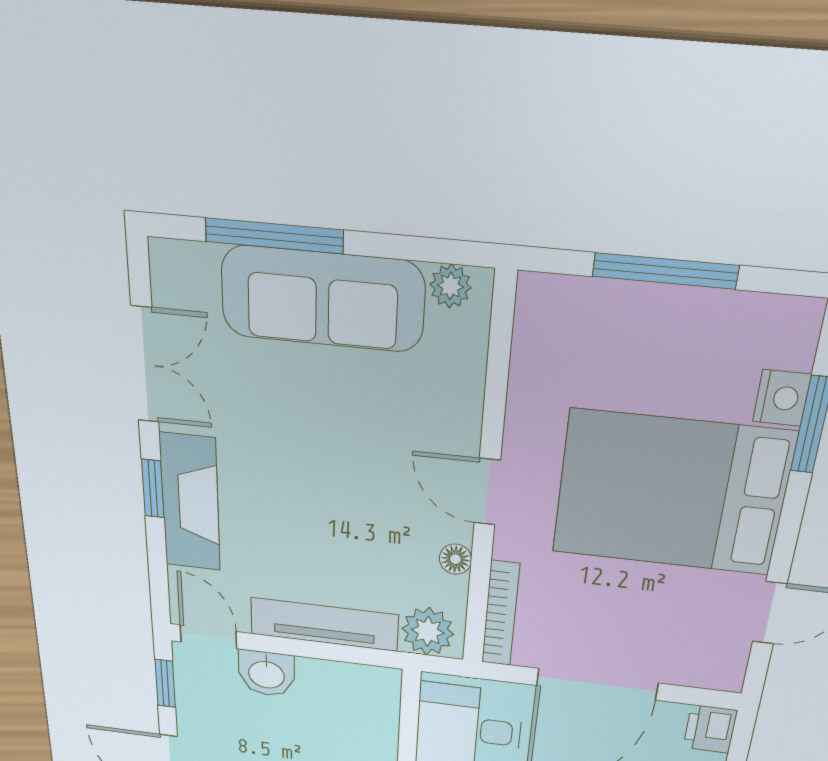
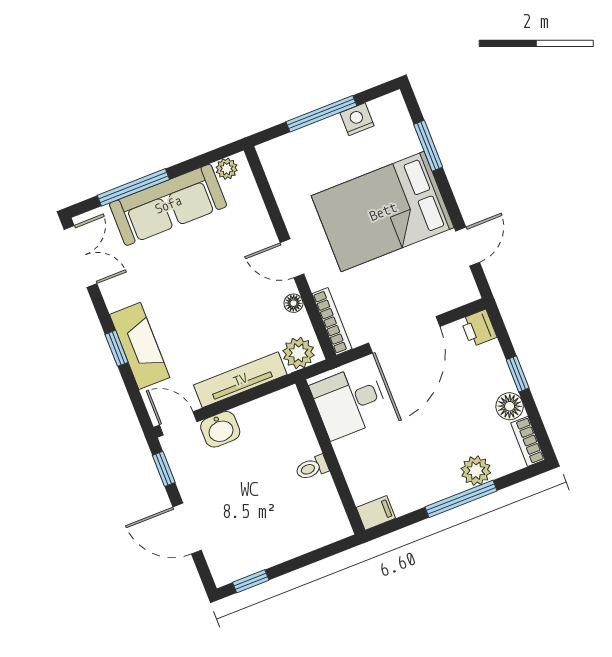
double door: (145, 365) -> (81, 256), moved
nightstand: (782, 398) -> (357, 119), moved, turned -90

